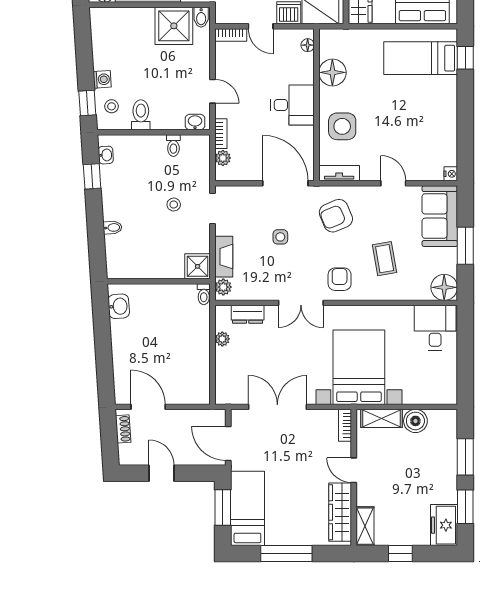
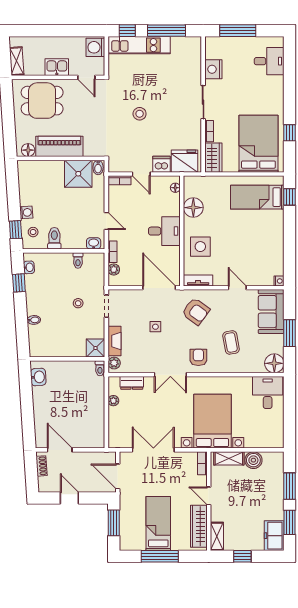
armchair: (336, 216) -> (196, 311), turned -121
bed: (247, 508) -> (158, 524), moved

